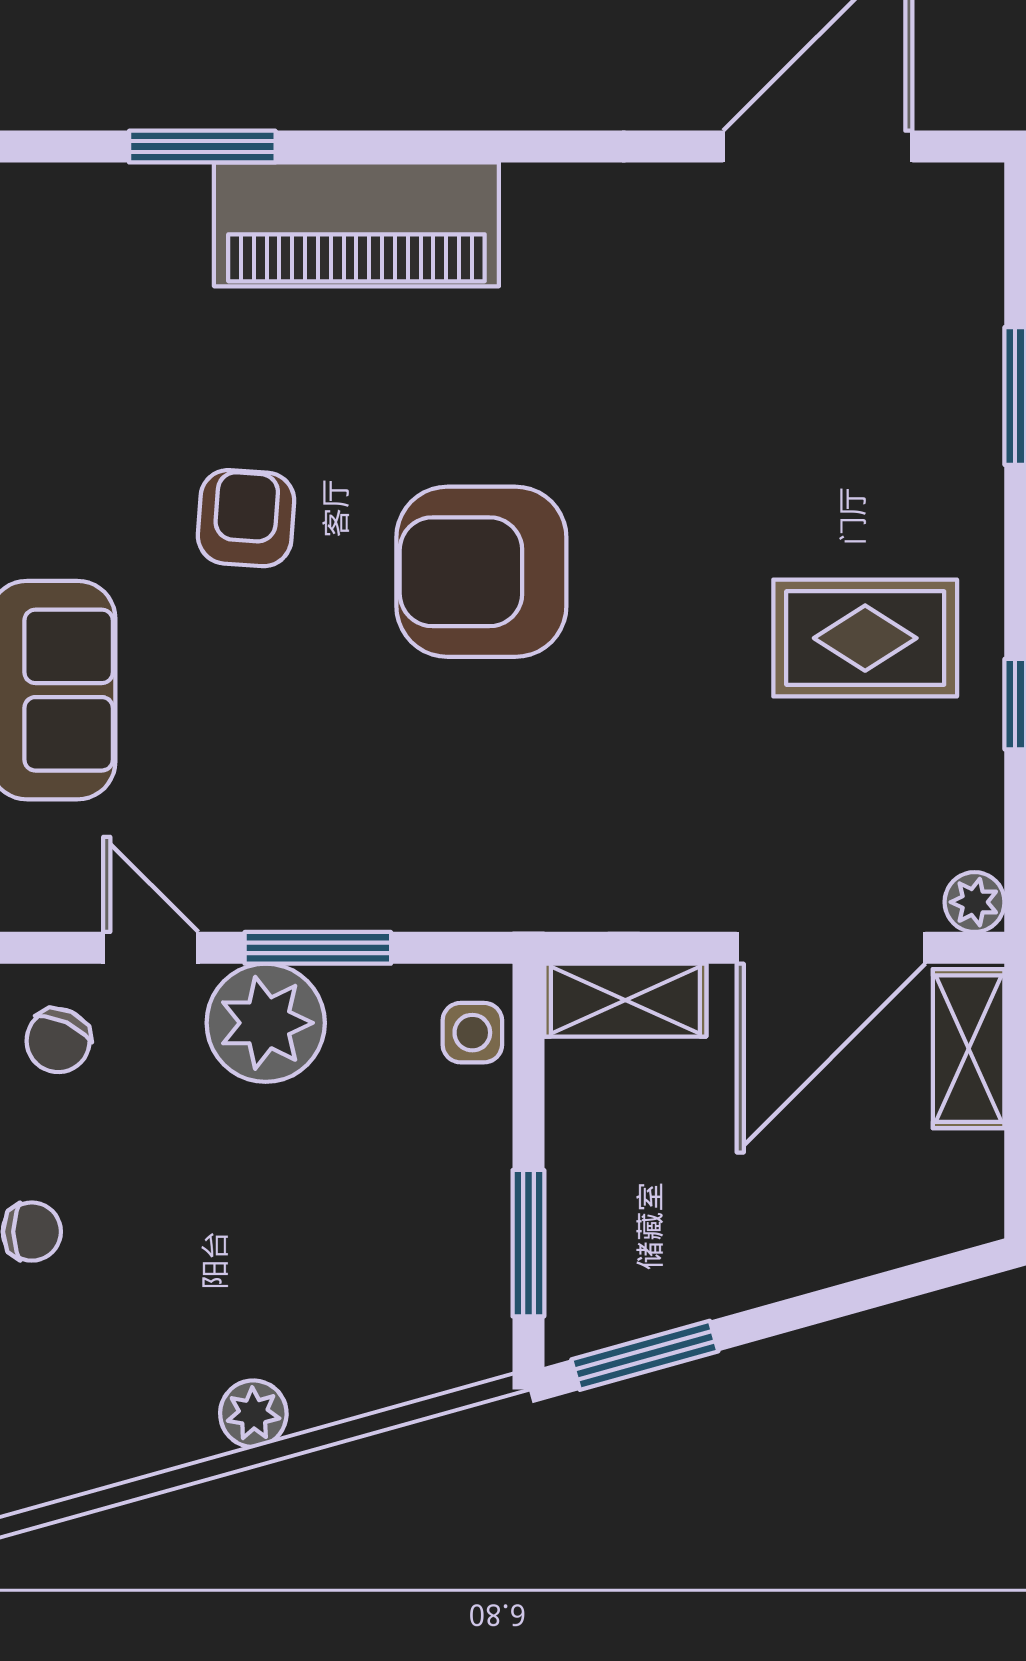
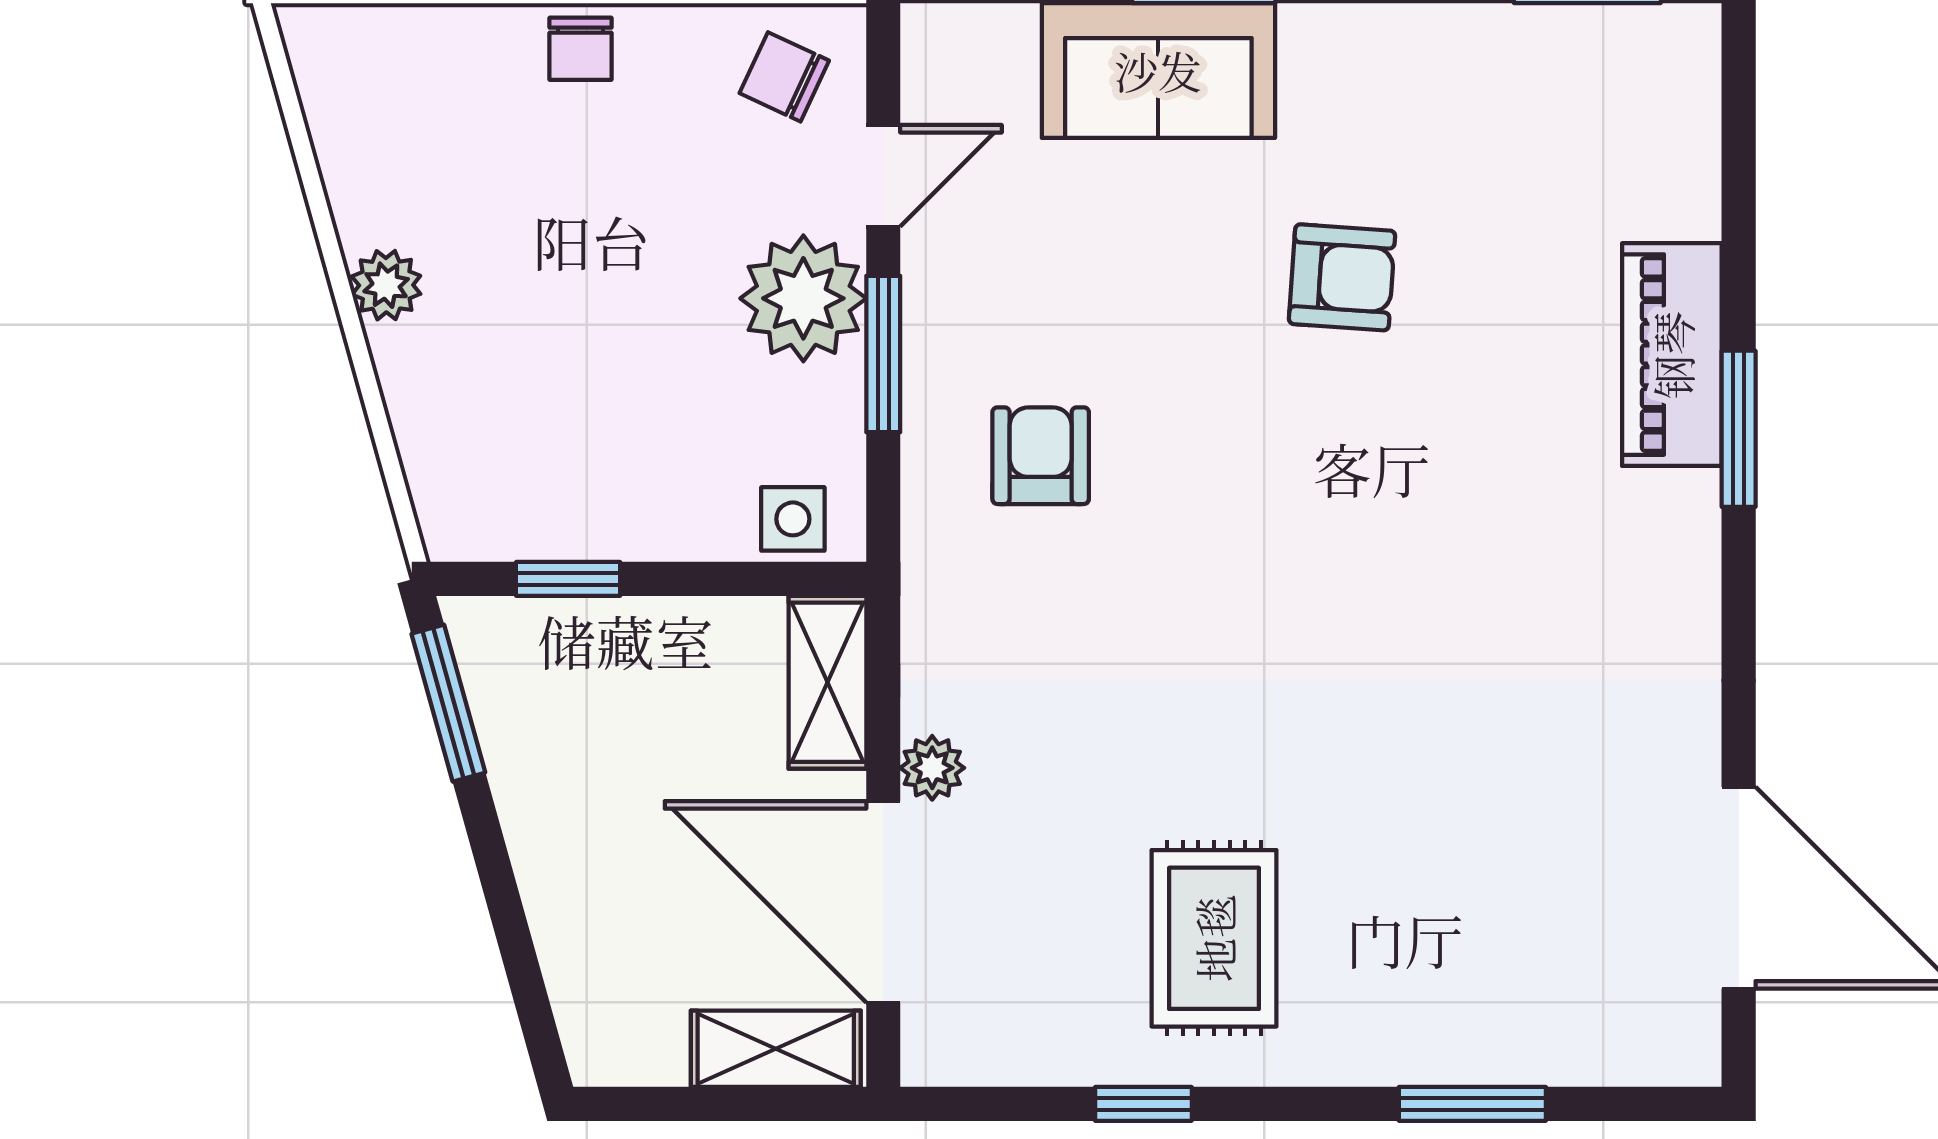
window: (202, 147) -> (1739, 429), moved
piano: (356, 224) -> (1672, 355), width x0.73, depth x0.75
armchair: (481, 572) -> (1041, 456), moved, width x0.53, depth x0.53
plant: (975, 902) -> (932, 768), moved
window: (528, 1243) -> (568, 579), width x0.67

